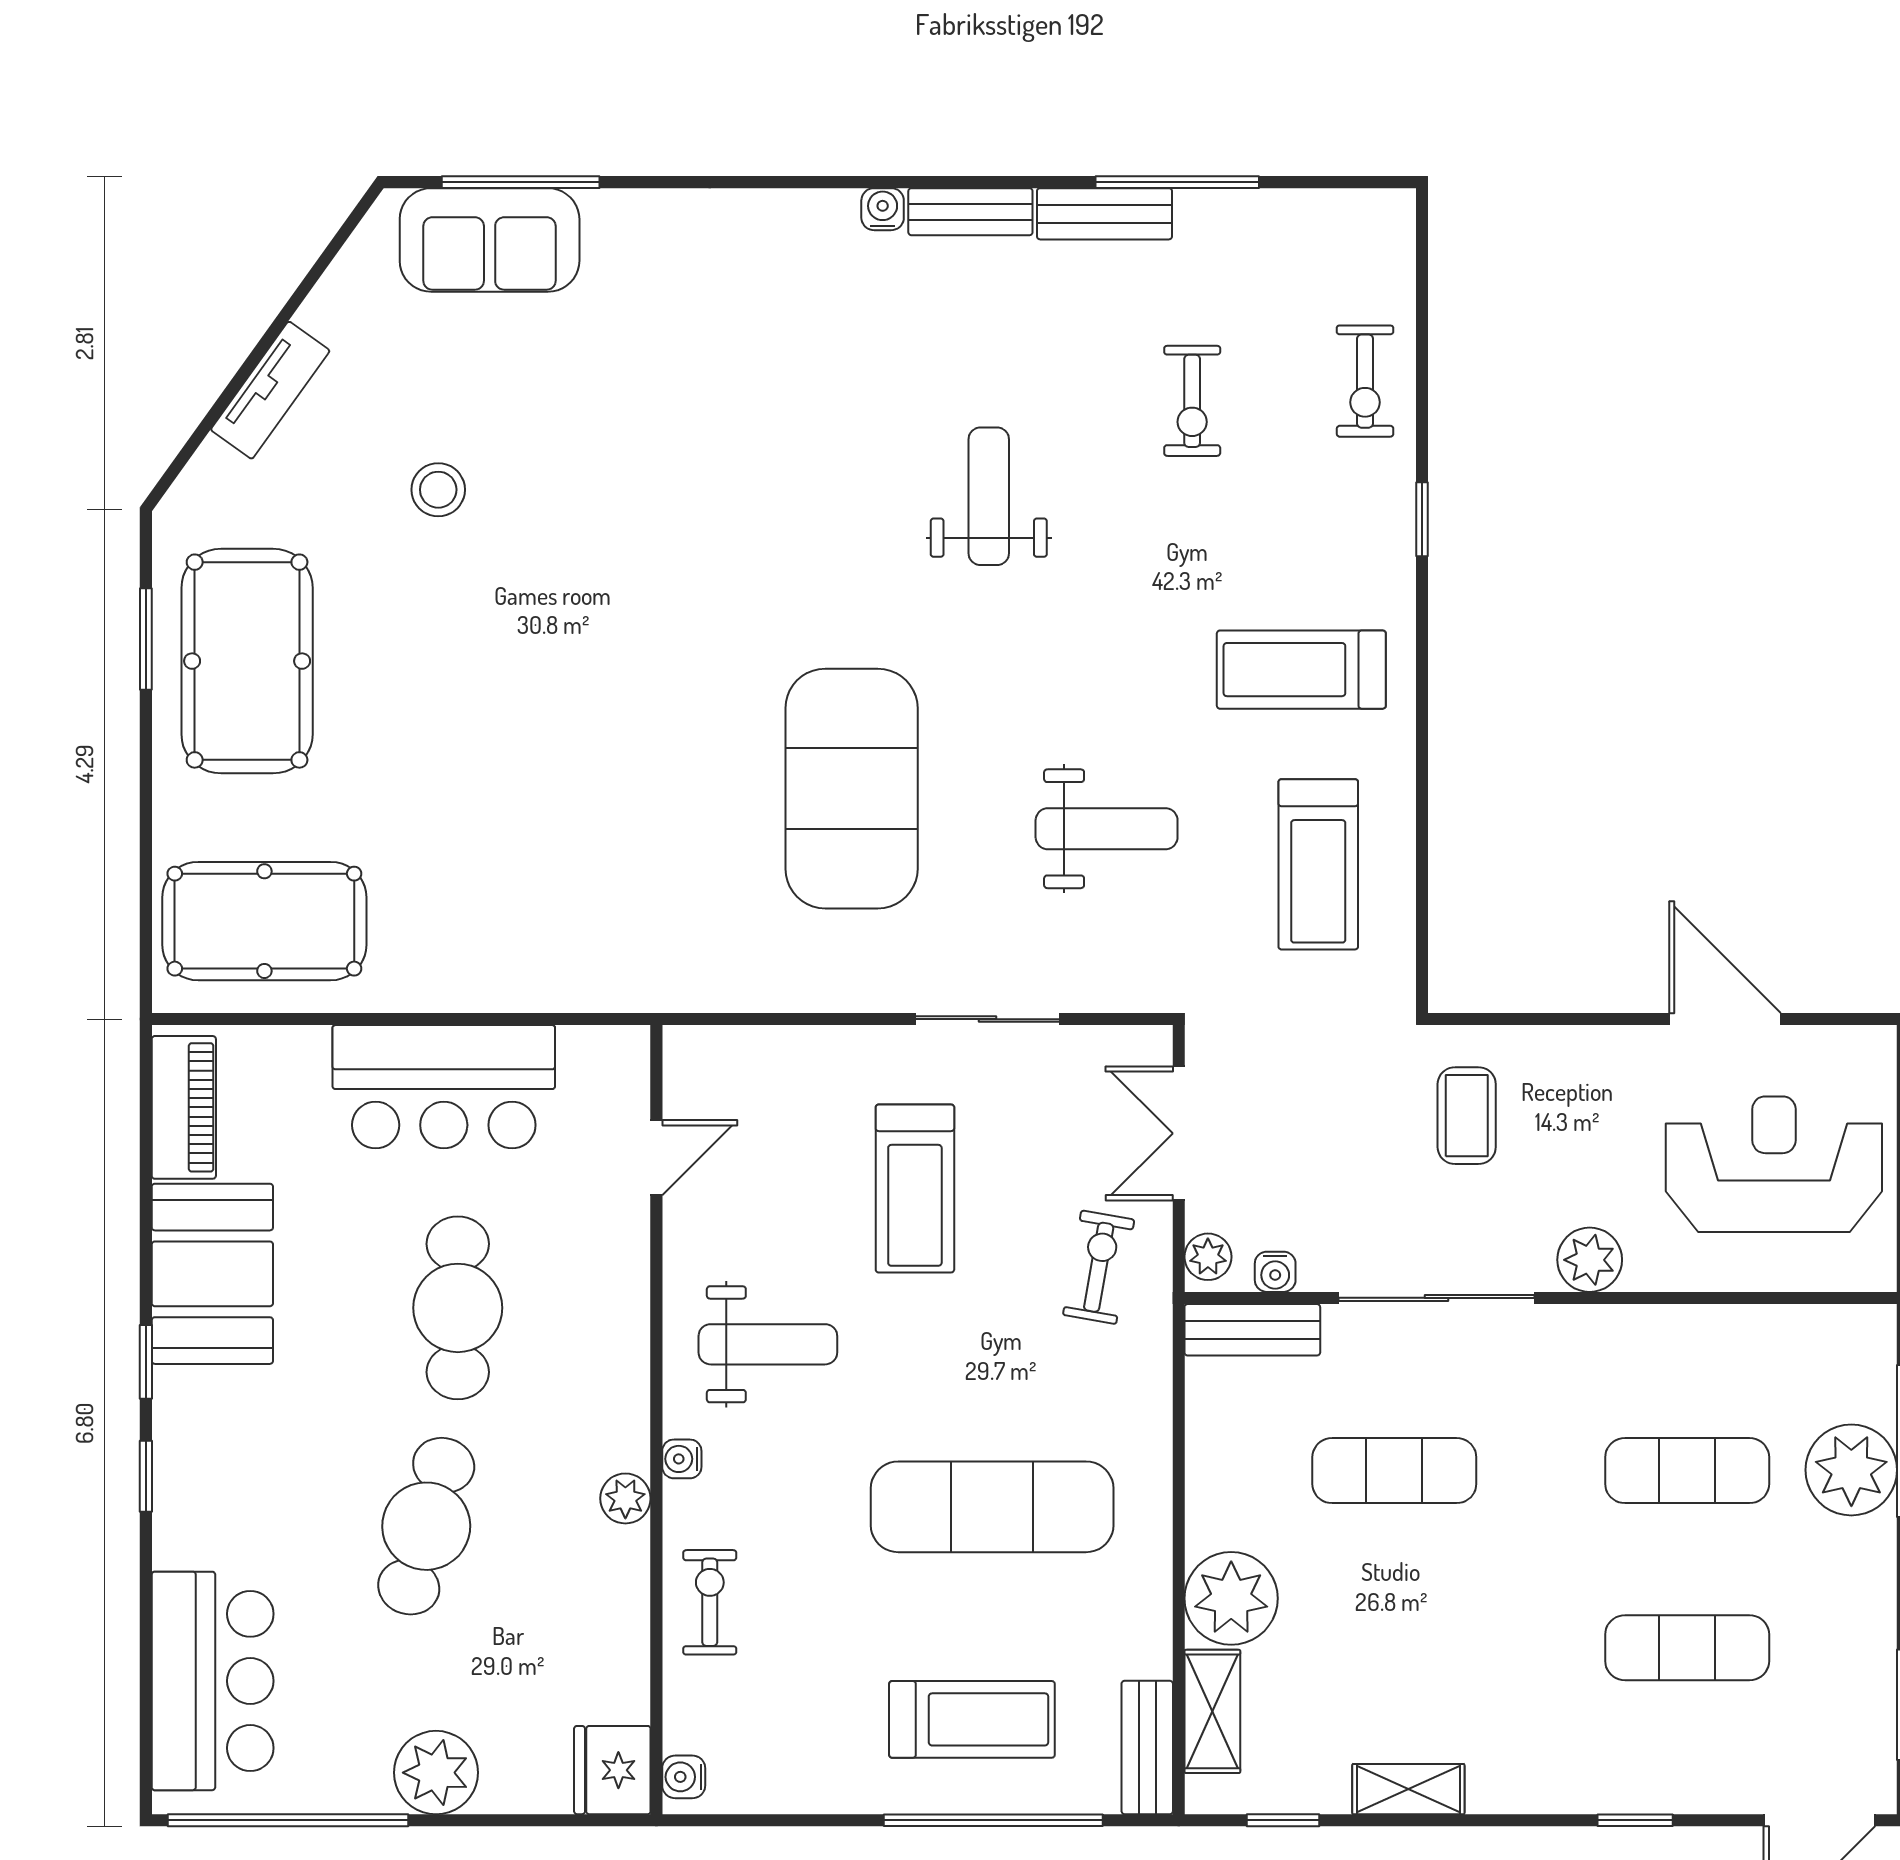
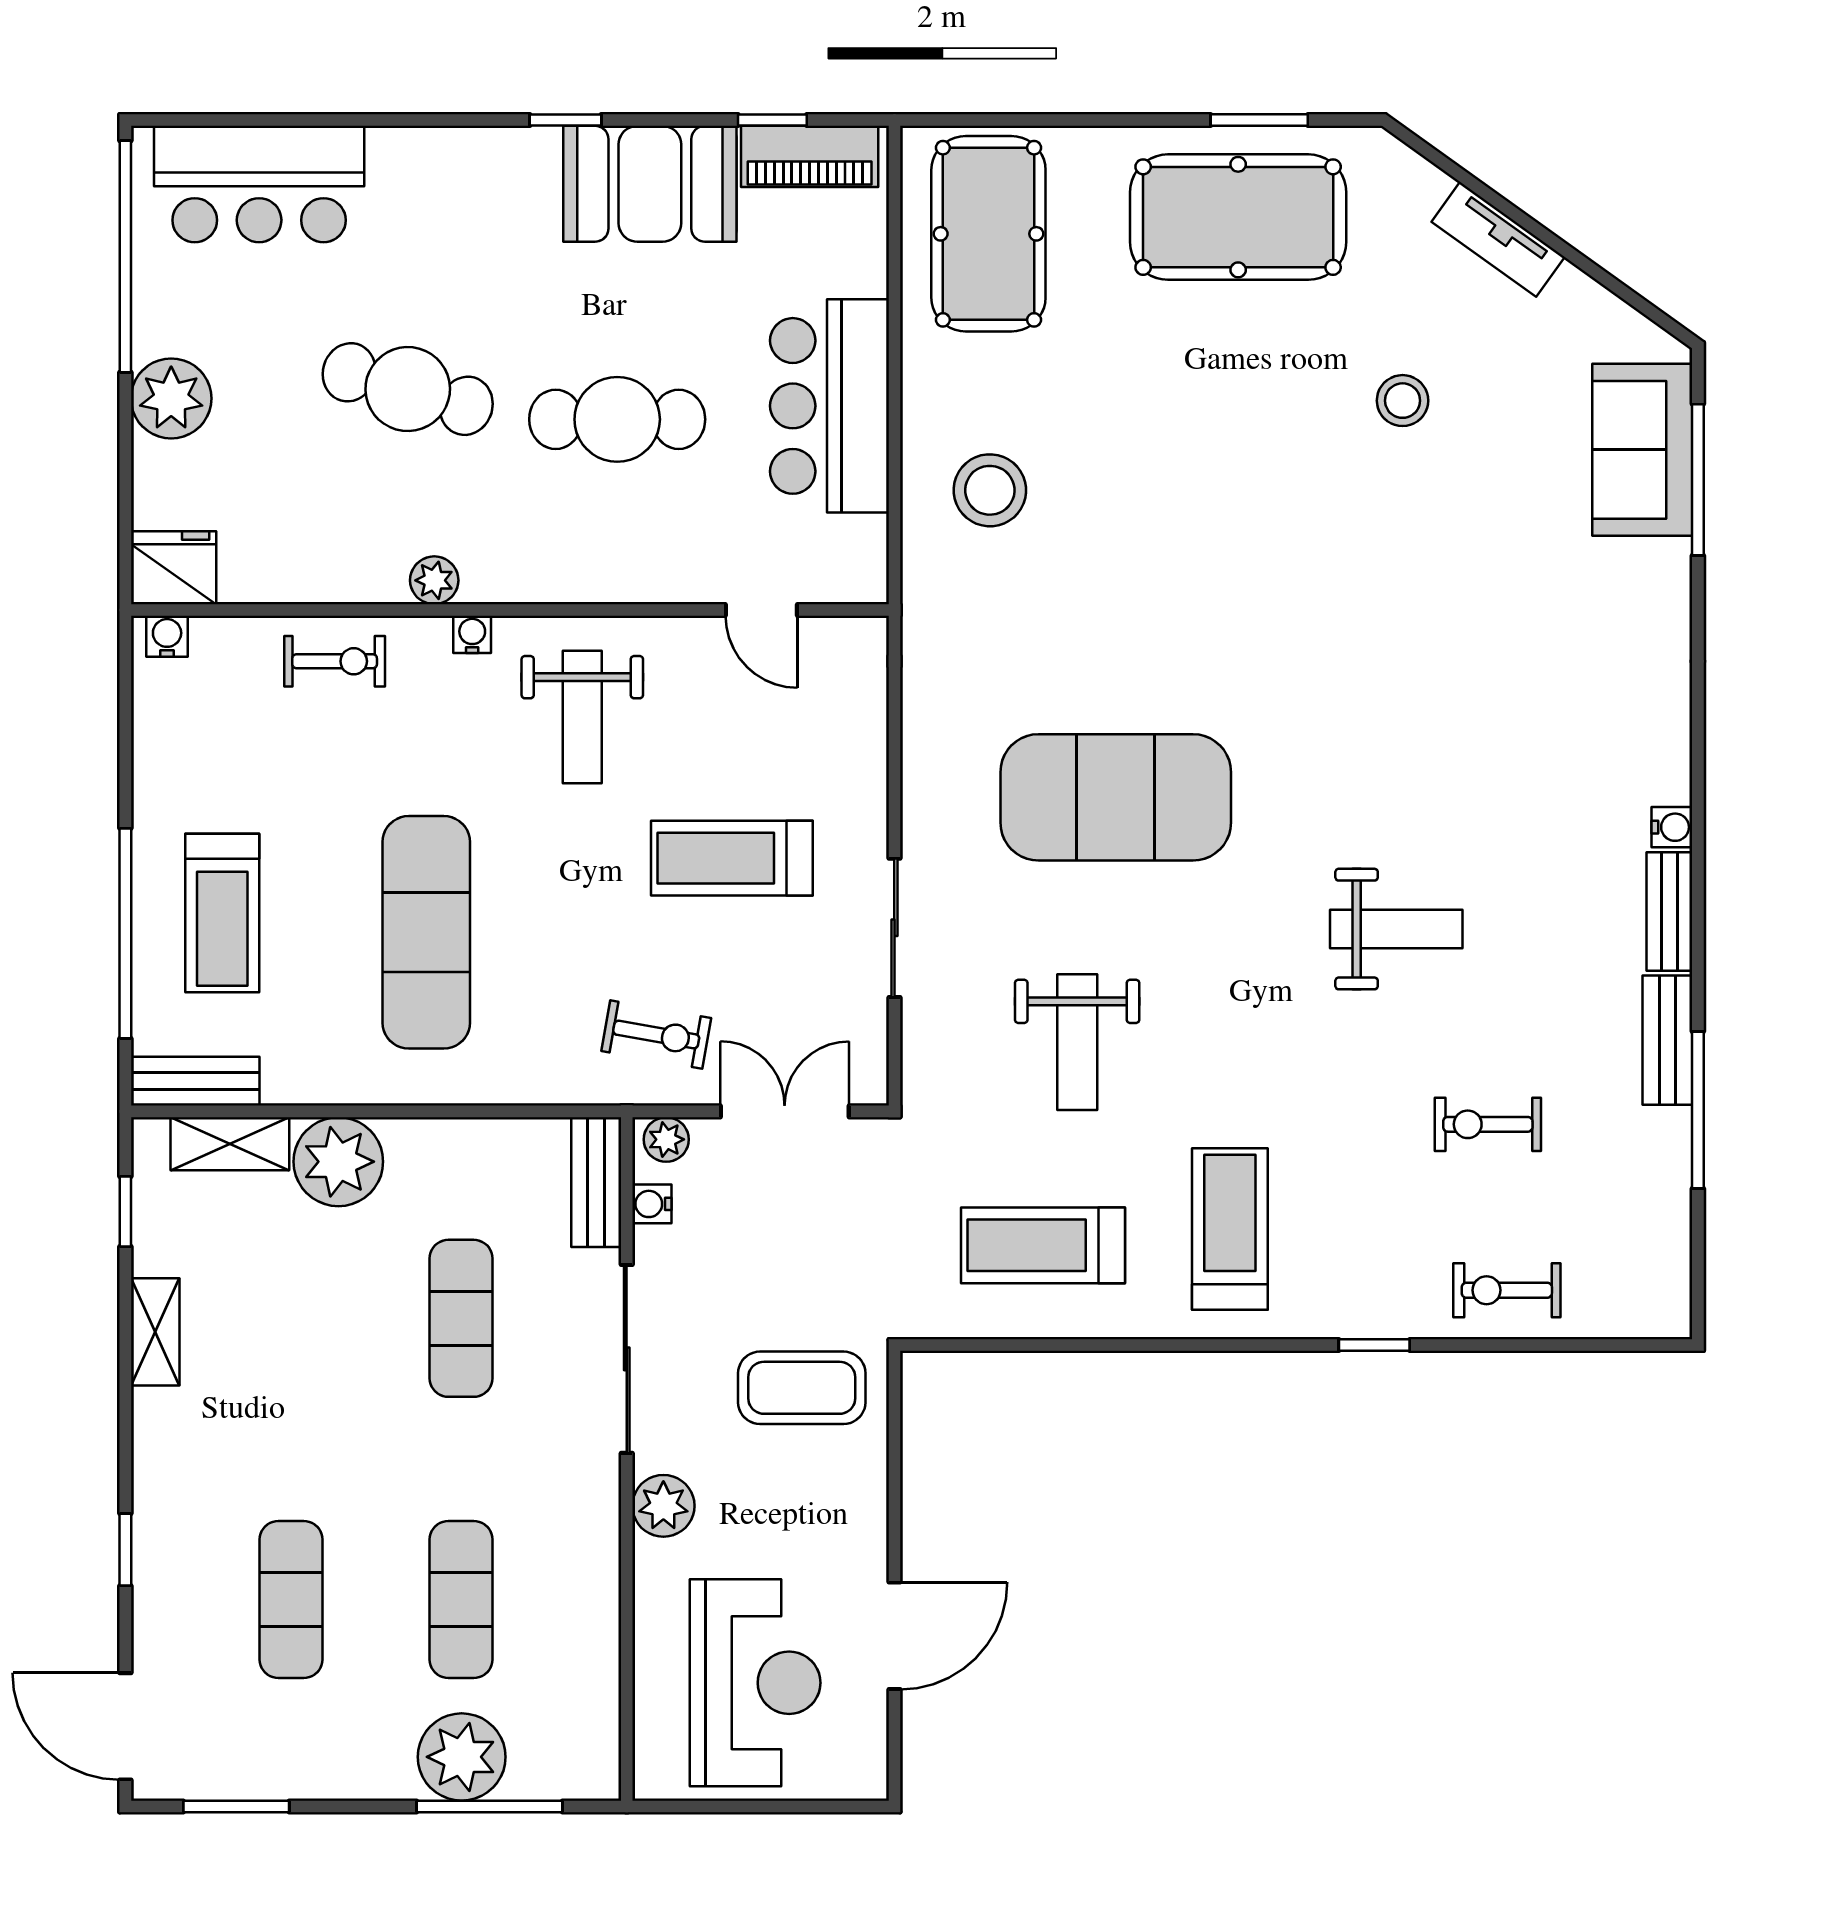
stool: (532, 920) -> (990, 490), added
coffee table: (1467, 1116) -> (802, 1388), width x1.36, depth x1.30
window: (146, 1476) -> (772, 120), moved

